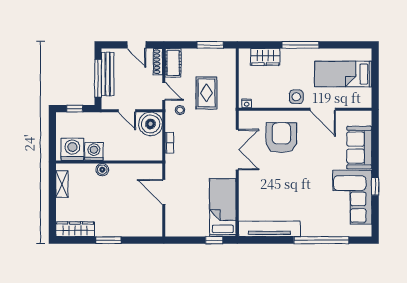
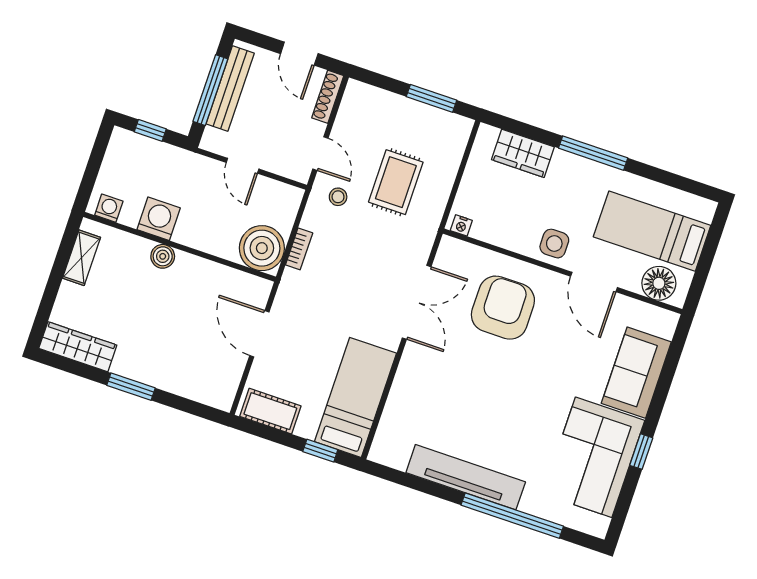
cot: (173, 63) -> (270, 411), moved, turned 90
floor lamp: (355, 99) -> (659, 283), added
boiler: (151, 124) -> (262, 248), moved
washing machine: (72, 149) -> (109, 208), width x0.53, depth x0.53
tv unit: (269, 229) -> (466, 477), moved

